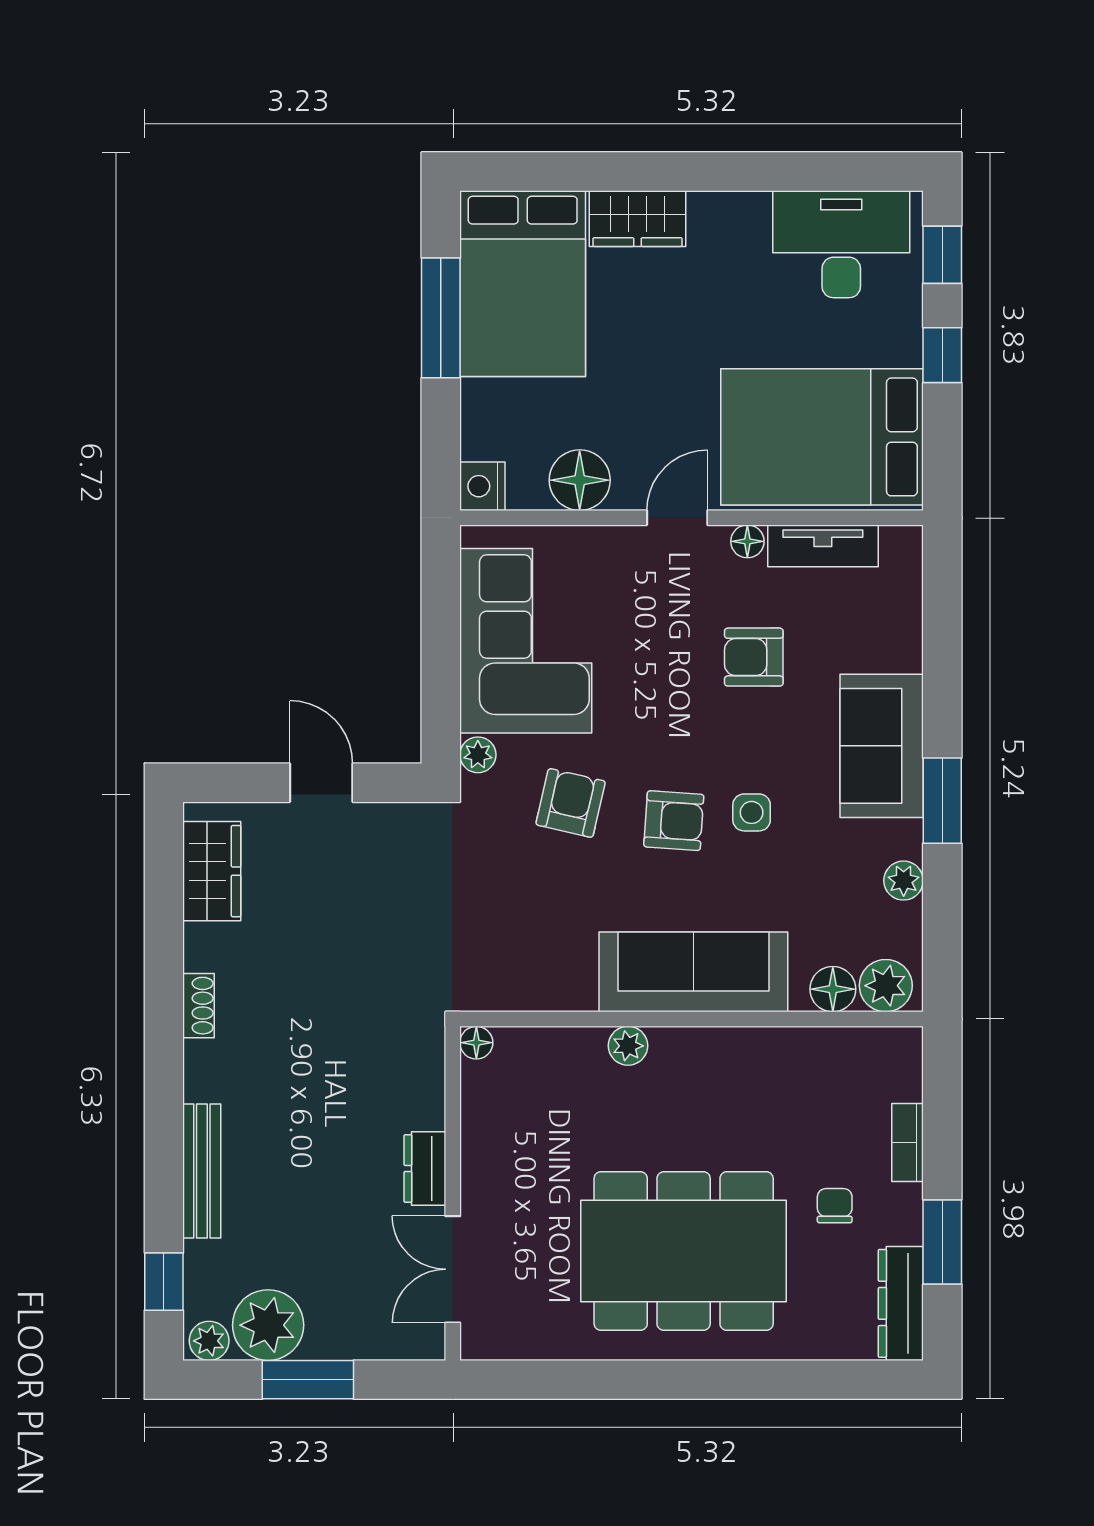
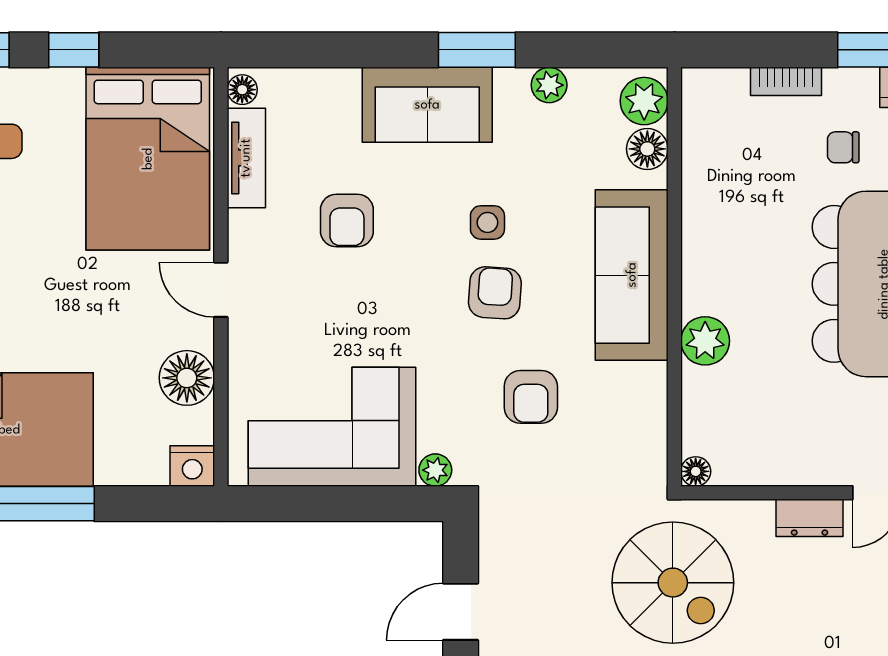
floor lamp: (747, 541) -> (242, 90), moved
armchair: (571, 803) -> (531, 397), moved, turned -103
spiral stairs: (353, 1017) -> (673, 583), added
plant: (628, 1046) -> (705, 341), width x1.38, depth x1.38

